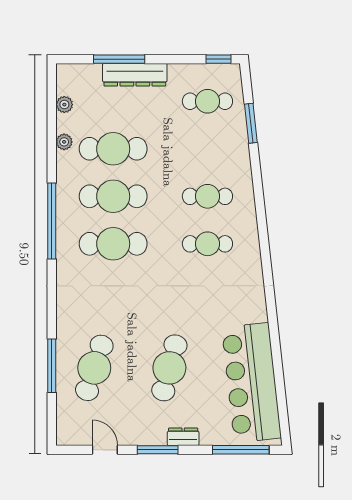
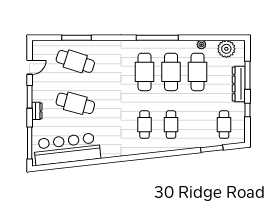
window: (218, 59) -> (248, 110), moved
plant: (64, 105) -> (226, 49), width x1.87, depth x1.87

